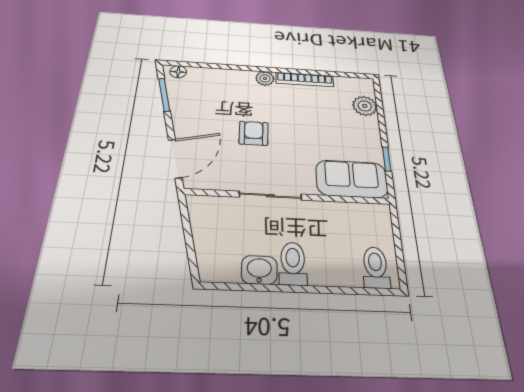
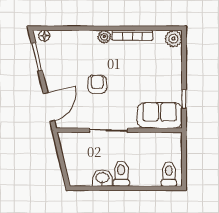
plant: (365, 106) -> (173, 39), moved

